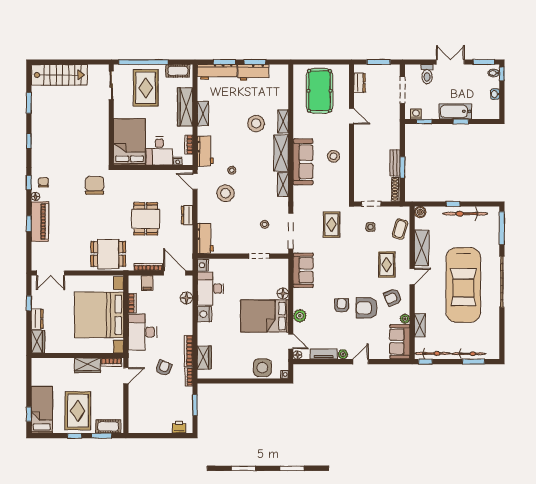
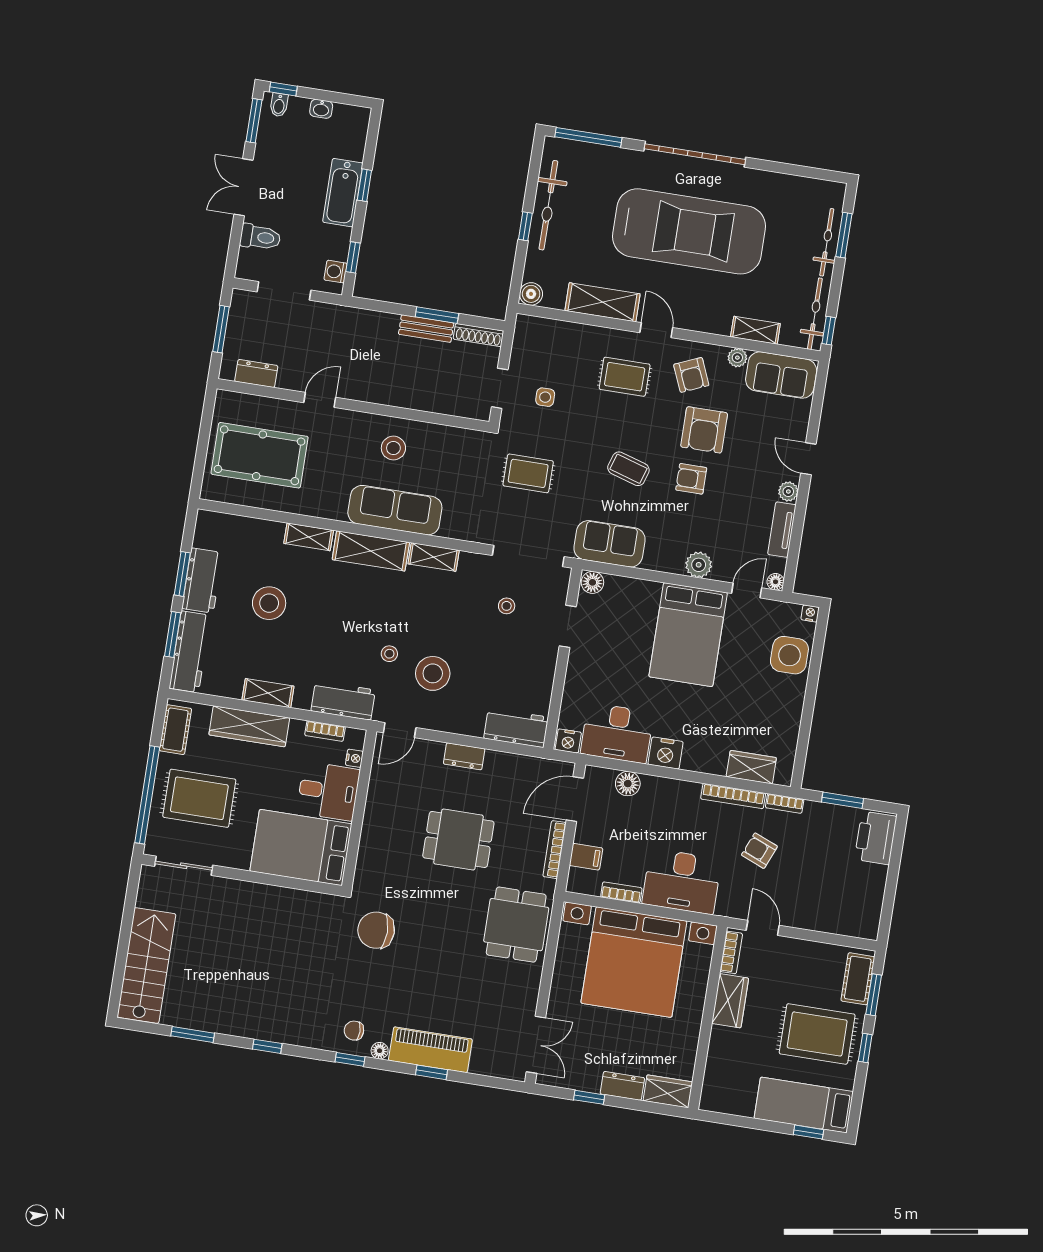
stool: (256, 123) -> (269, 603), moved
coffee table: (400, 229) -> (628, 469), moved
floor lamp: (283, 293) -> (592, 582), moved
printer: (179, 427) -> (876, 838), width x1.87, depth x1.48

